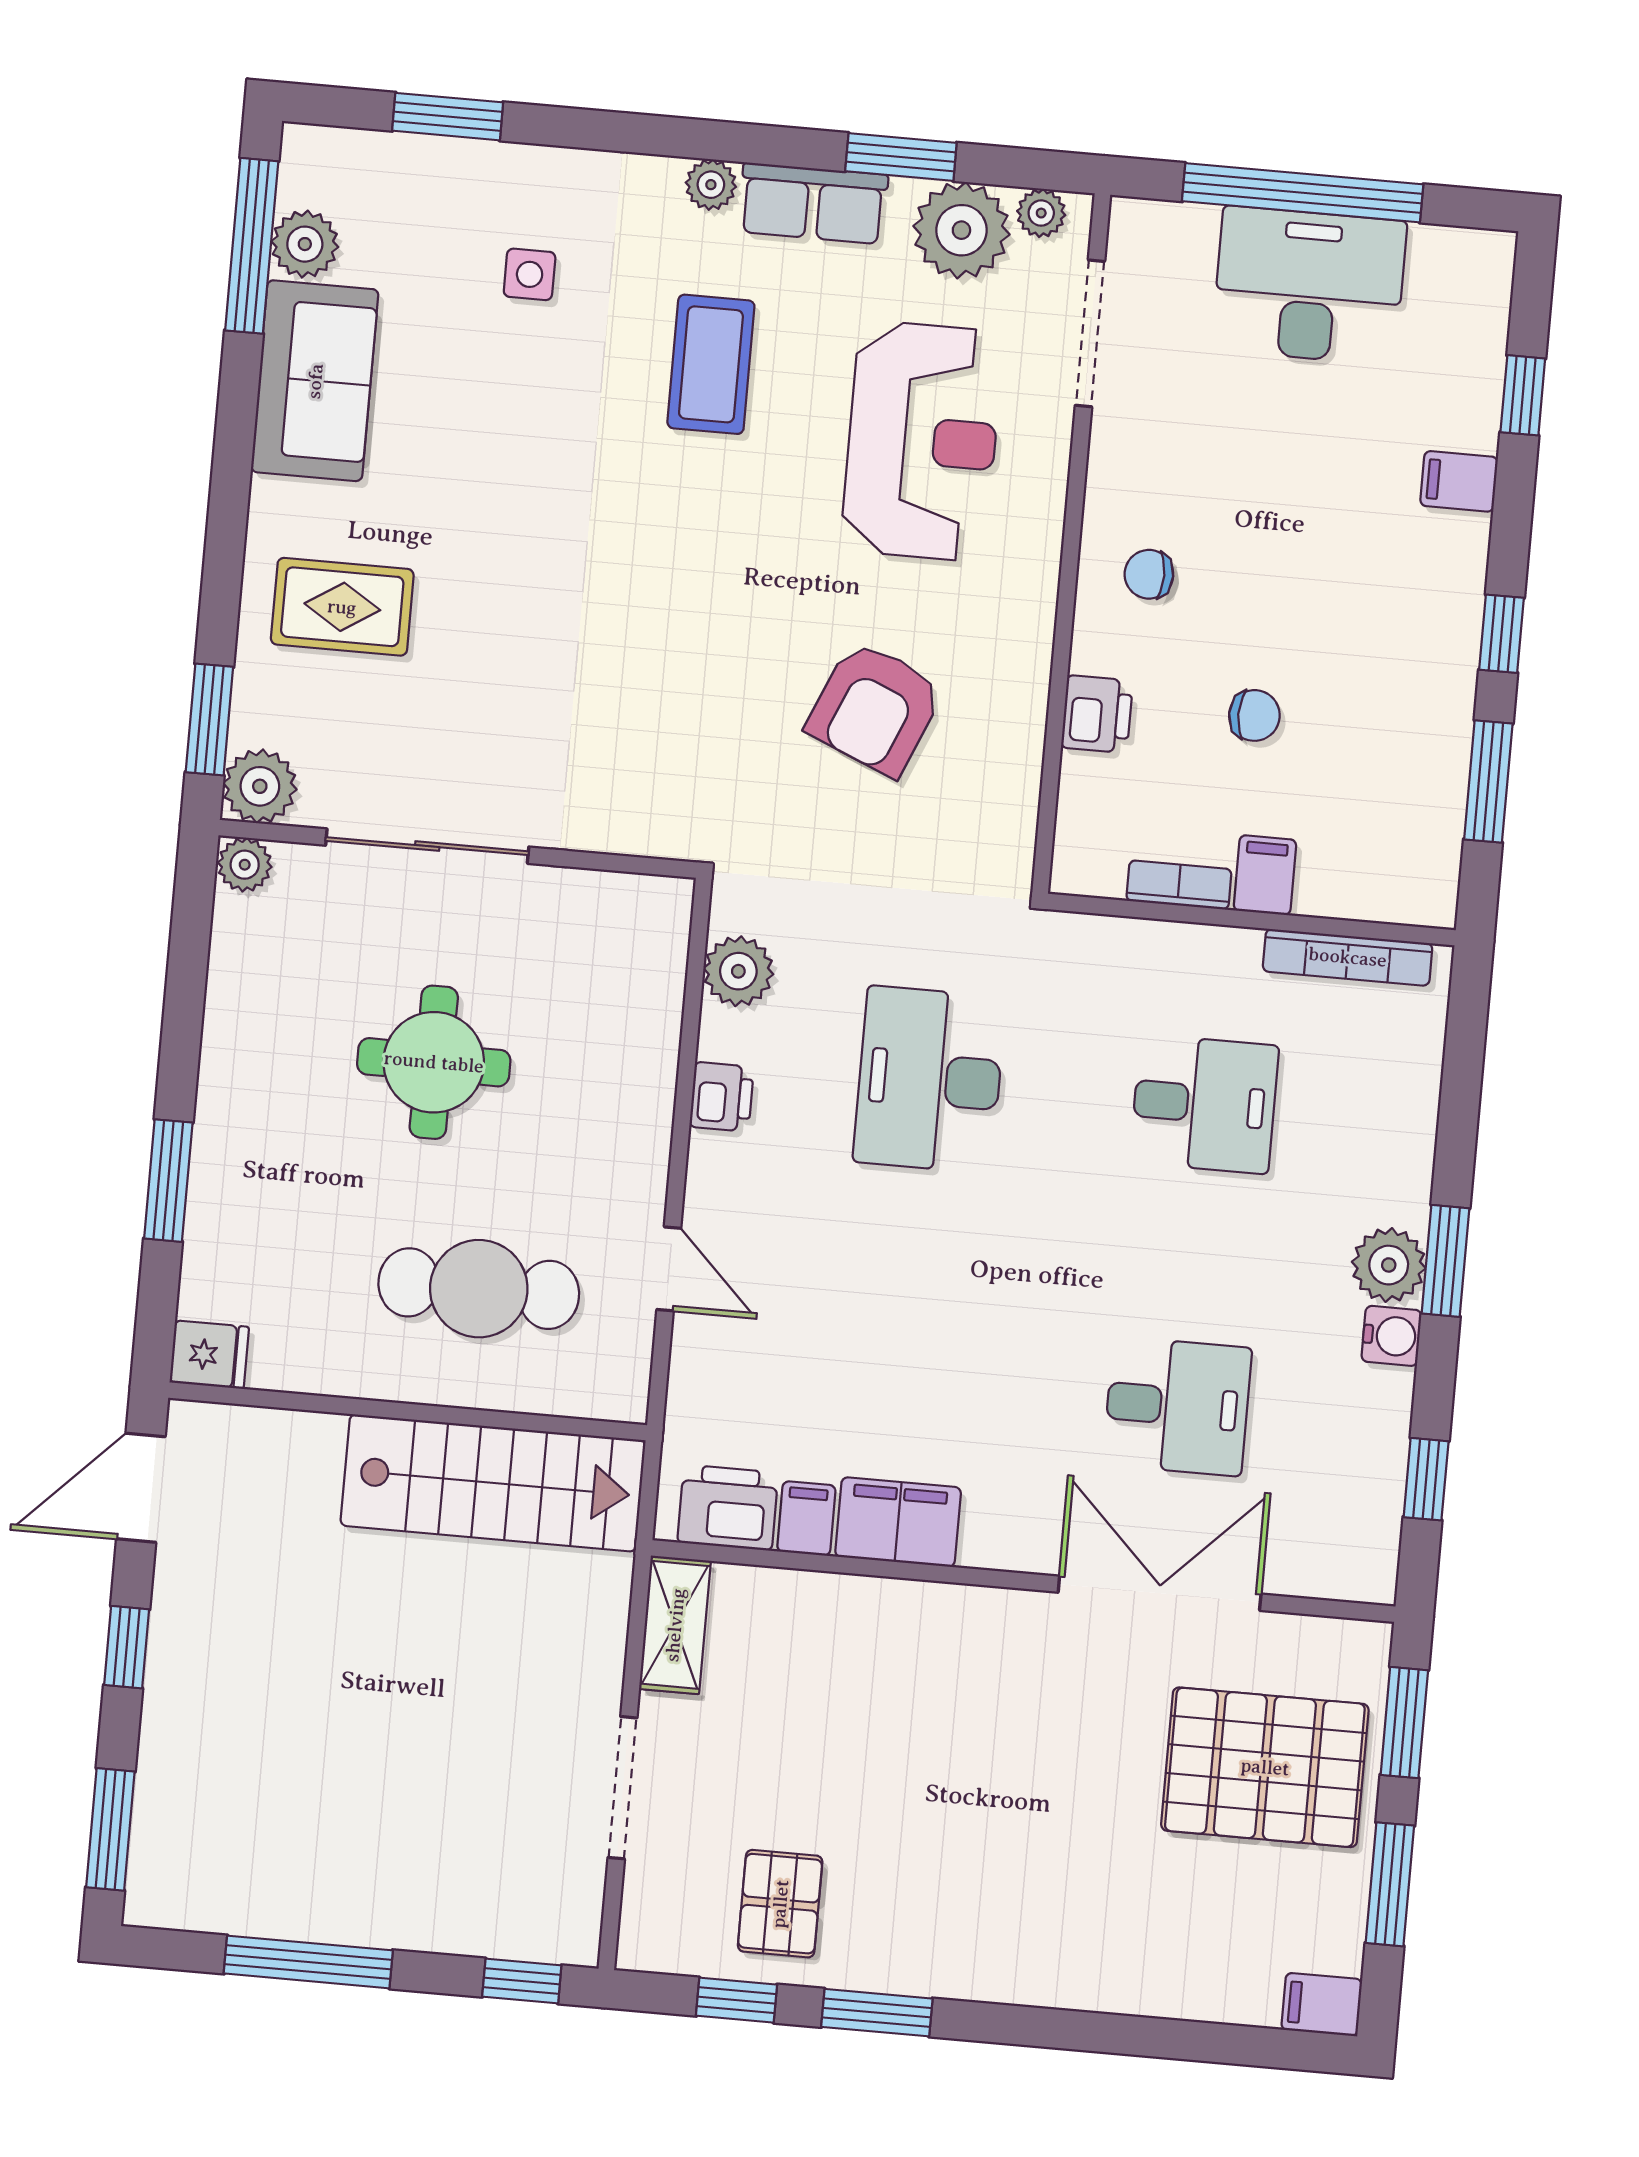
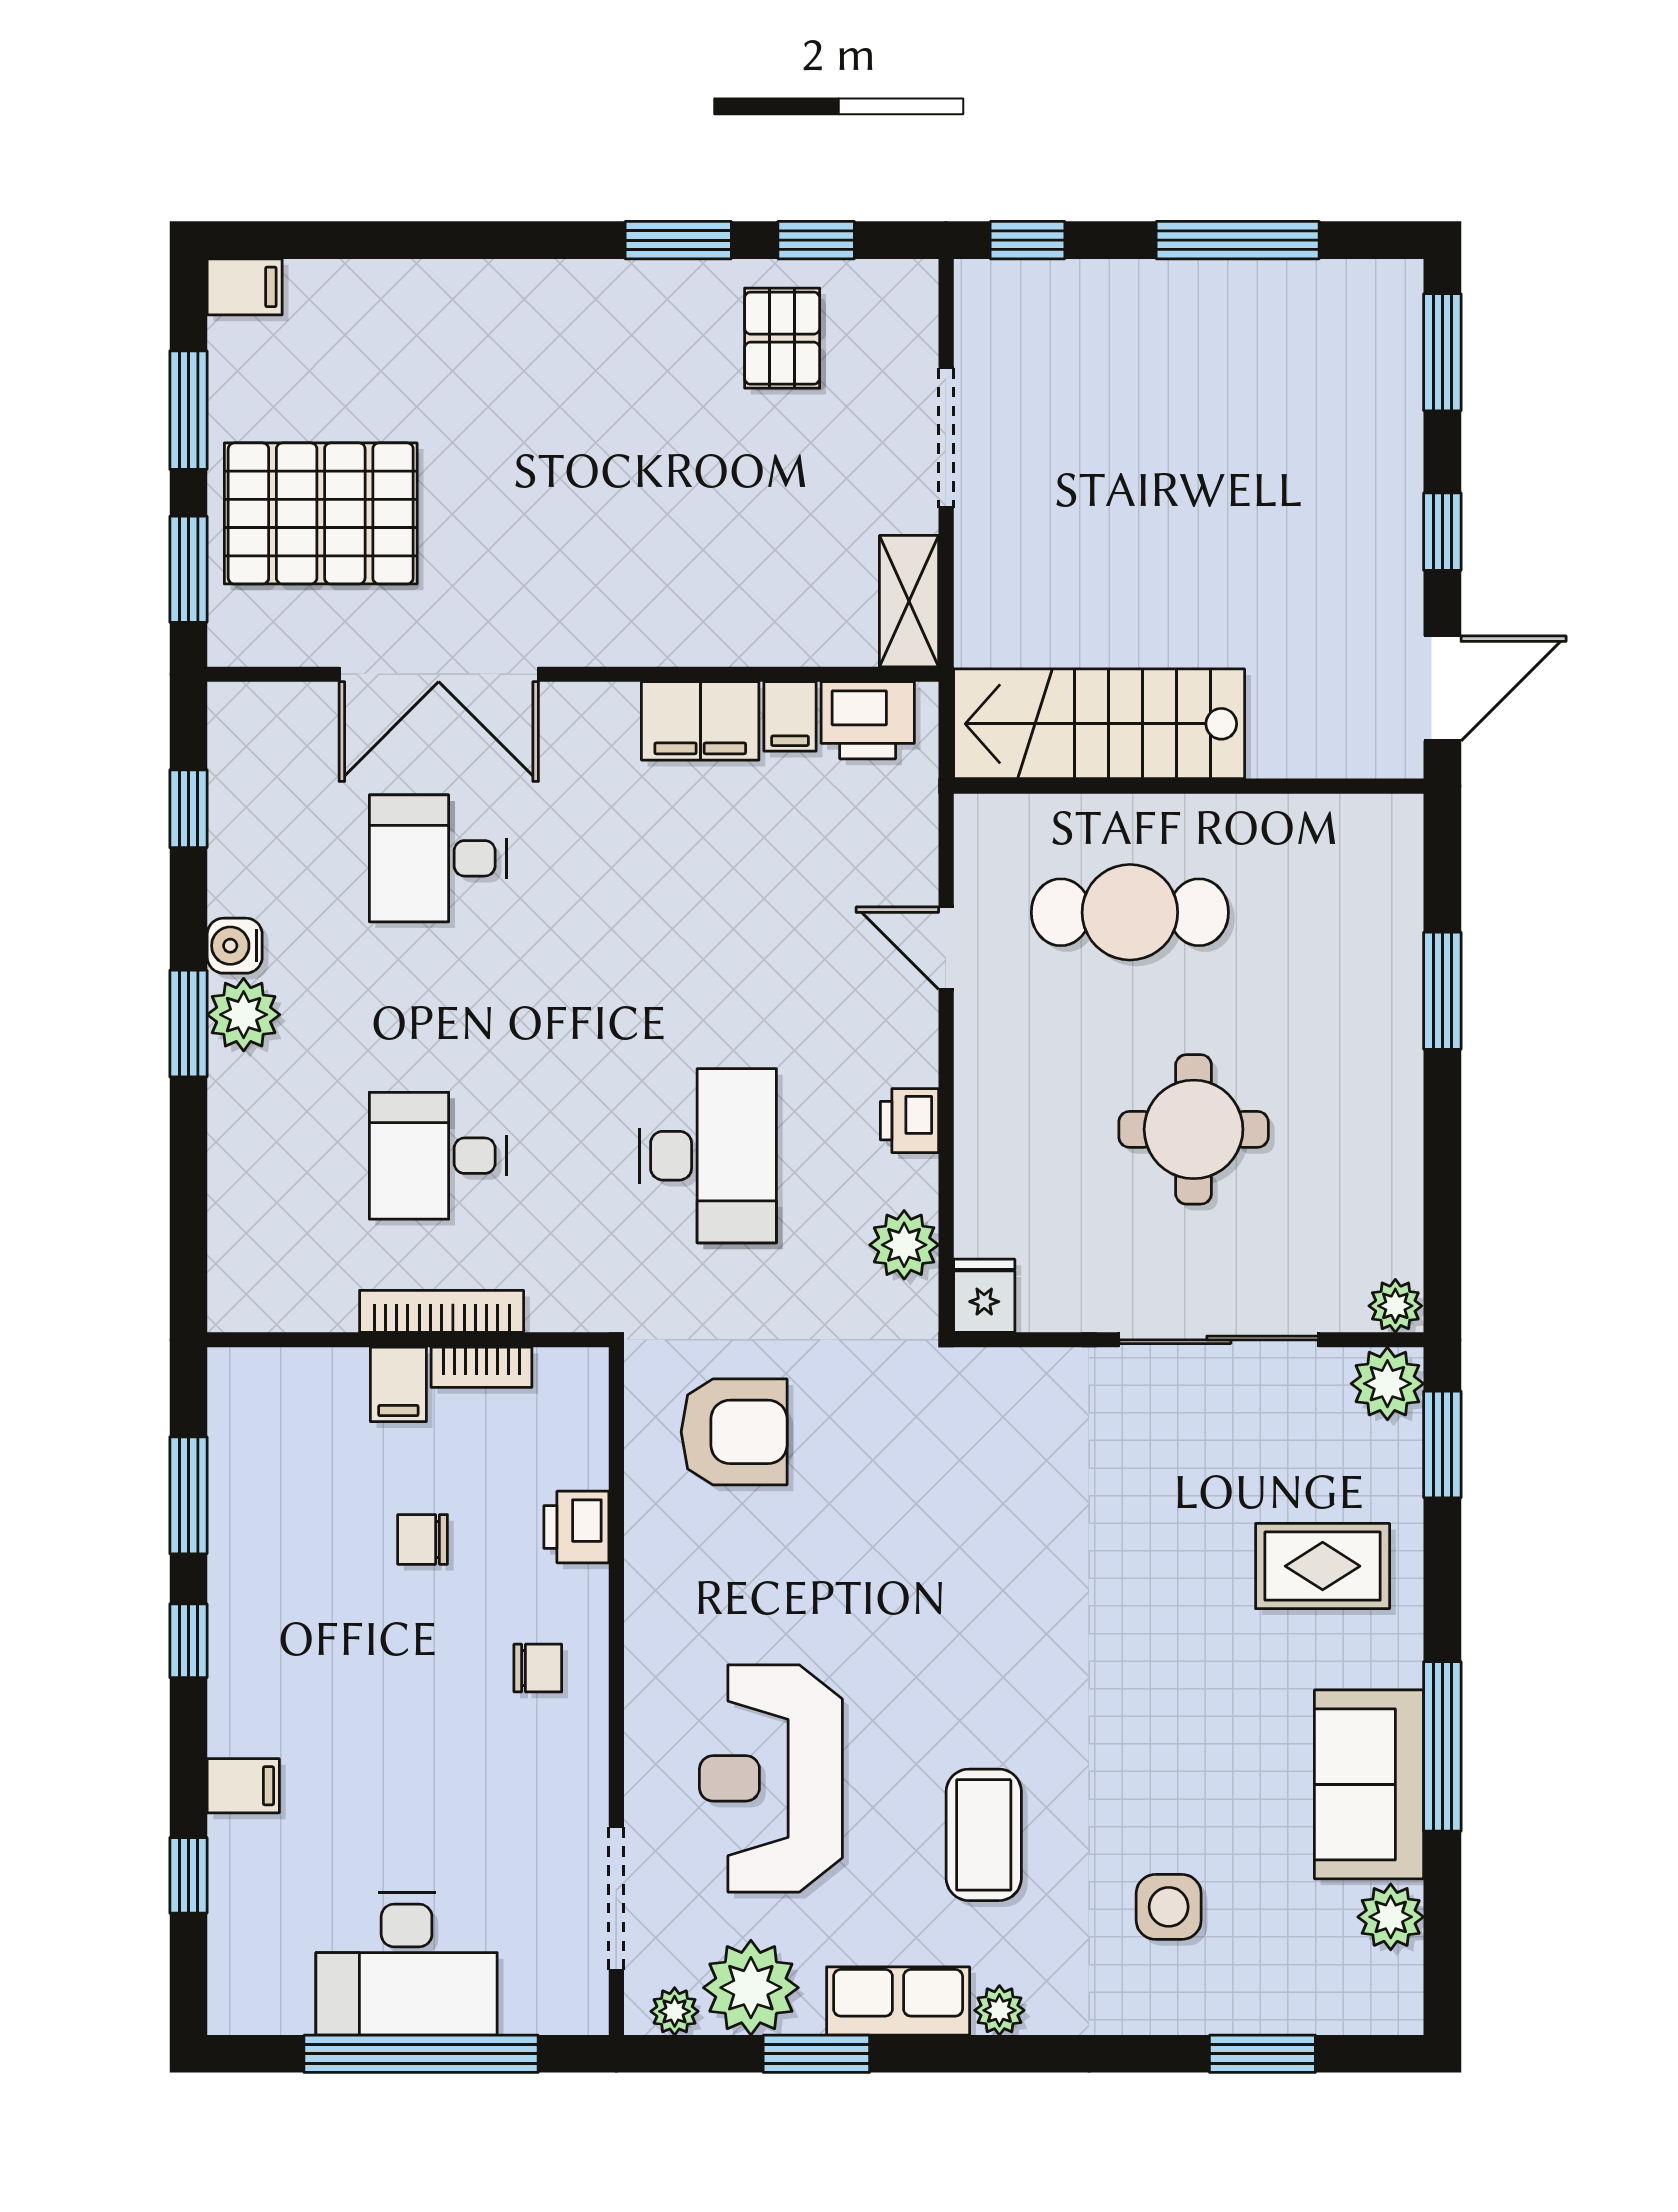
window: (252, 246) -> (1442, 1746), moved
side table: (530, 274) -> (1169, 1907), width x1.37, depth x1.37
armchair: (875, 708) -> (734, 1432), moved, turned 67
bookcase: (1348, 957) -> (442, 1311), moved
fridge: (209, 1355) -> (984, 1296), moved, turned 90

